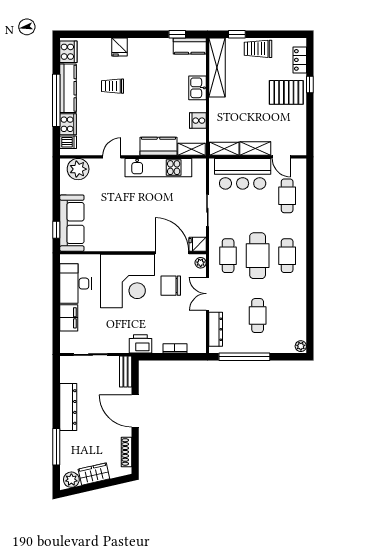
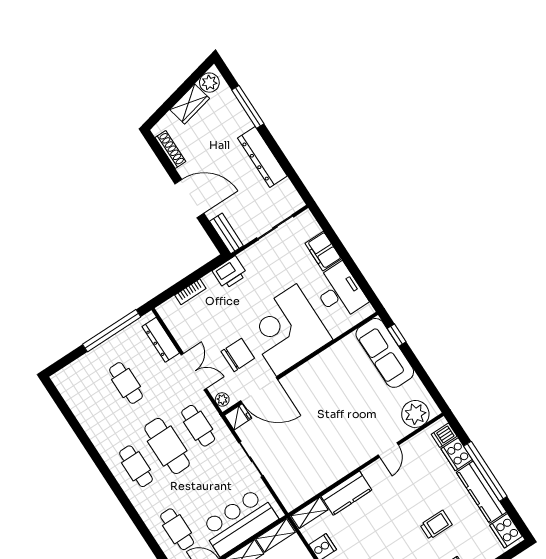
kitchen unit: (158, 168) -> (332, 471), removed
plant: (301, 346) -> (60, 380), removed

